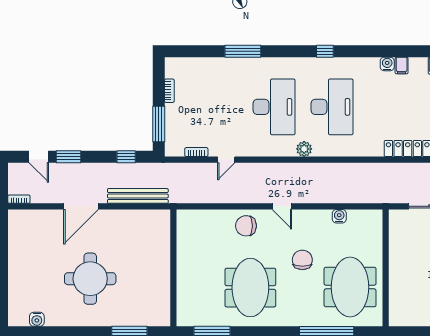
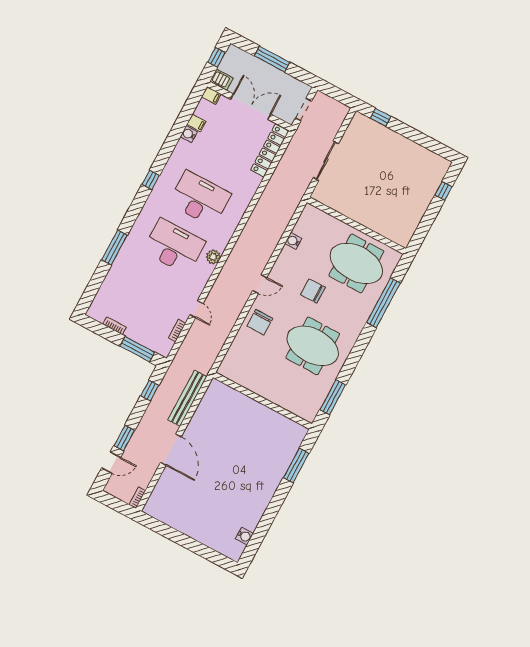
plant: (304, 149) -> (213, 257), moved
round table: (90, 279) -> (235, 474), removed

